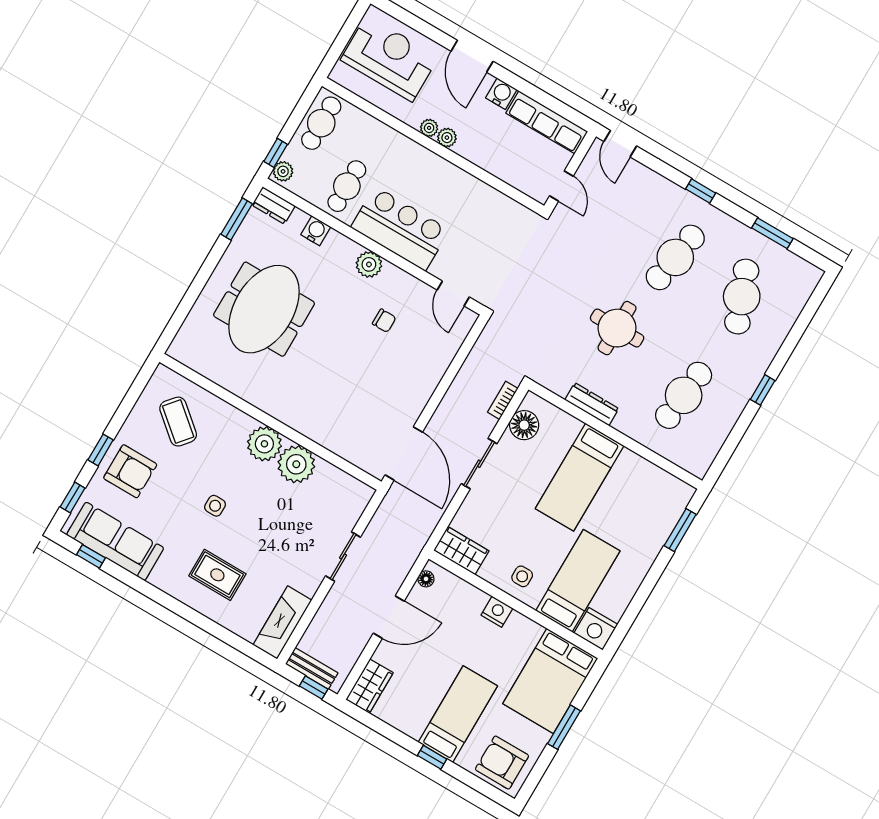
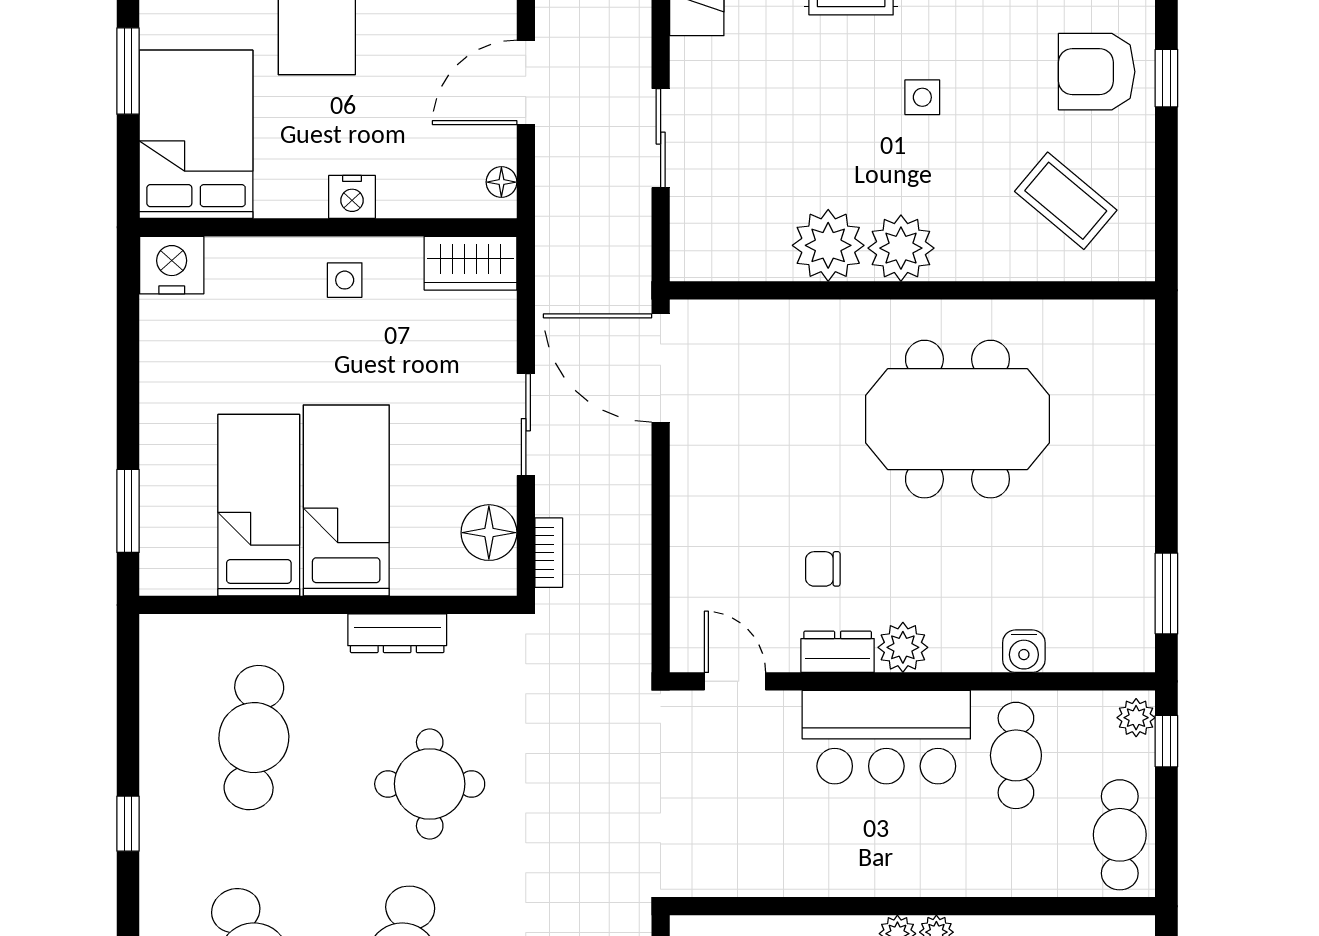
dresser: (273, 205) -> (838, 652), moved
meeting table: (264, 309) -> (957, 419), moved, turned 90
bed: (578, 581) -> (259, 505), moved, turned 180

